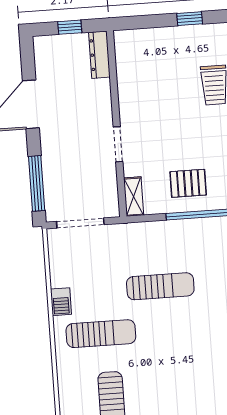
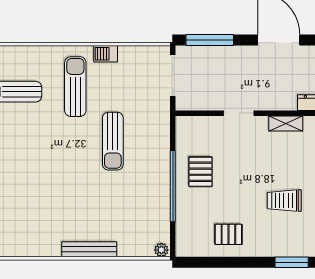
shelving: (134, 197) -> (286, 124), moved
sun lounger: (101, 334) -> (75, 87), turned 180

